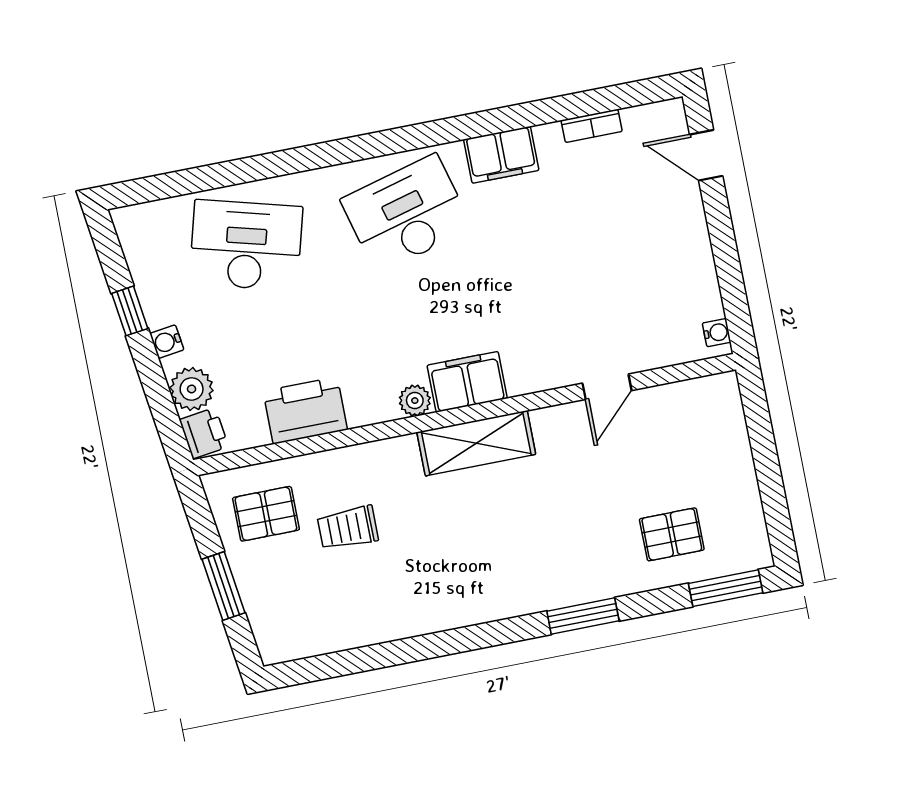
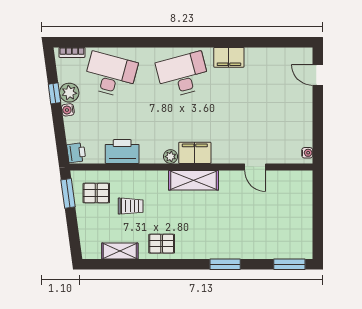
bookcase: (592, 126) -> (72, 52), moved
door: (607, 387) -> (255, 167), hinge flipped
plant: (192, 389) -> (69, 93), moved
trolley: (348, 528) -> (131, 206), turned 180
pallet: (672, 534) -> (162, 244), moved
window: (223, 586) -> (68, 193), moved
shelving: (344, 632) -> (120, 251), added

